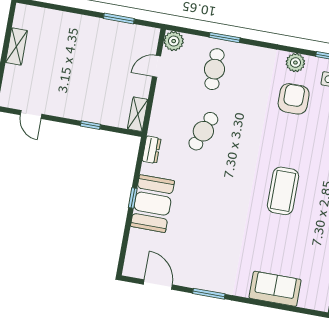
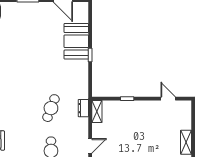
dresser: (152, 150) -> (83, 108), moved
booth: (152, 204) -> (76, 41), moved

